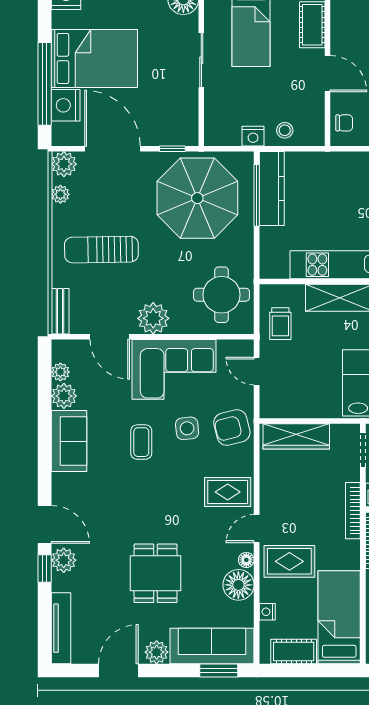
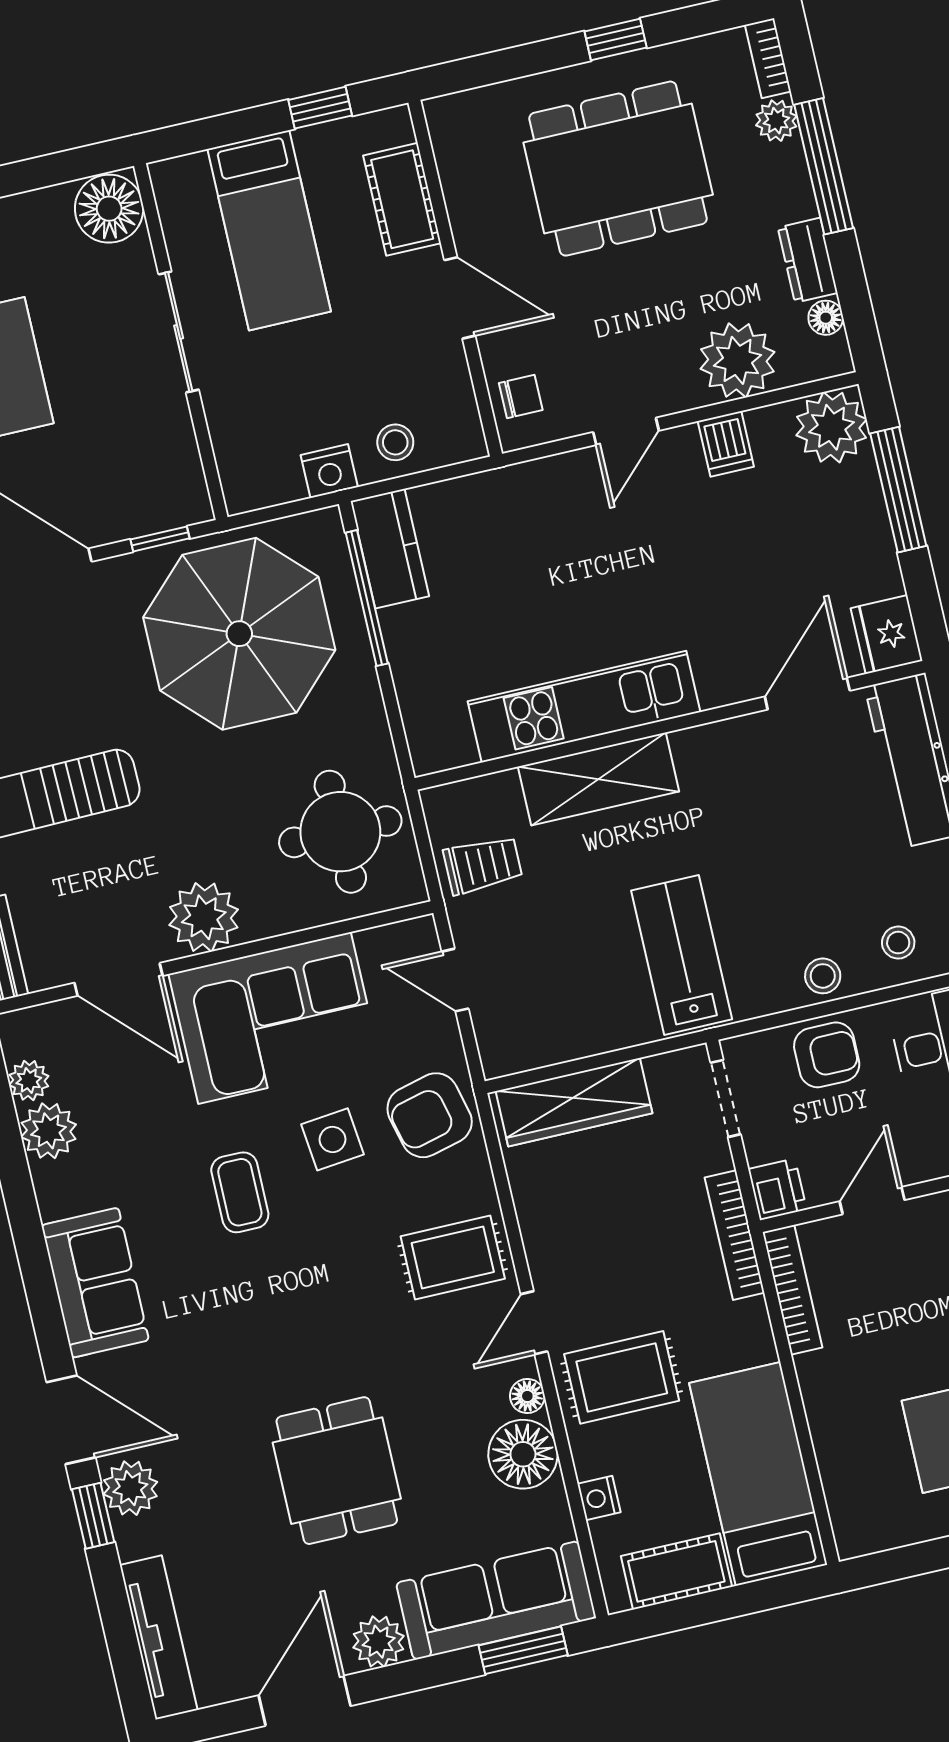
kitchen counter: (272, 189) -> (390, 549), width x0.67
trolley: (280, 324) -> (483, 865), turned -90
sofa: (69, 441) -> (95, 1283), moved

